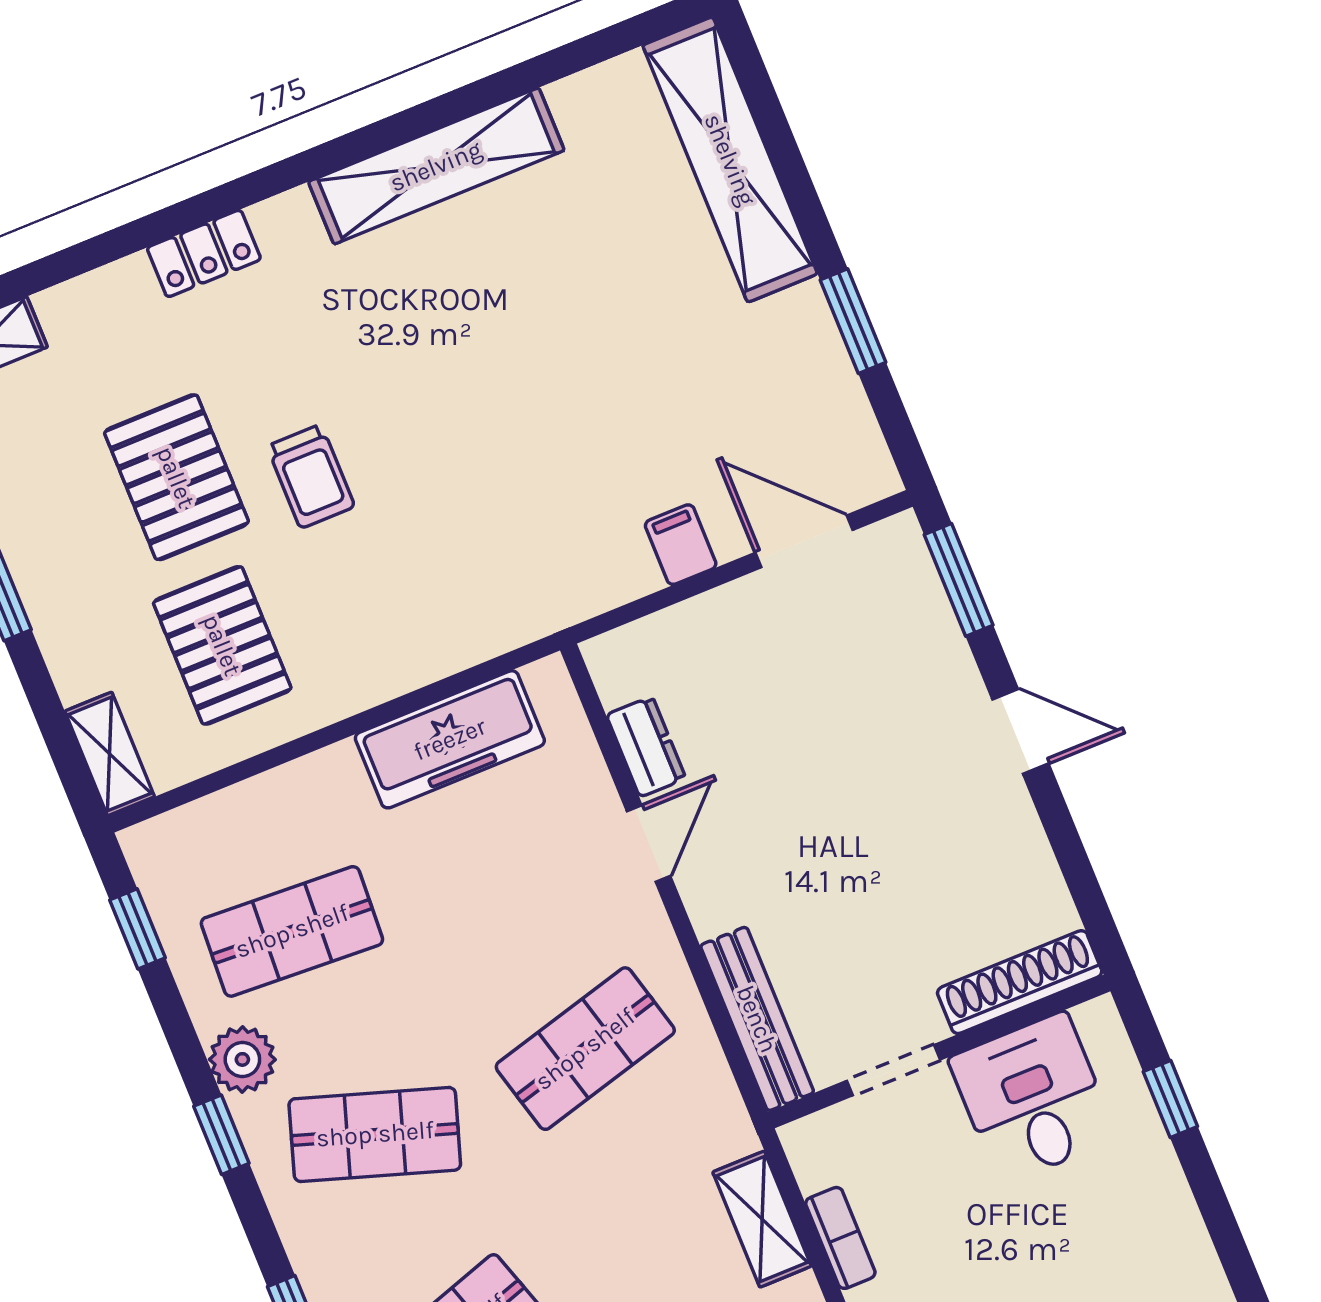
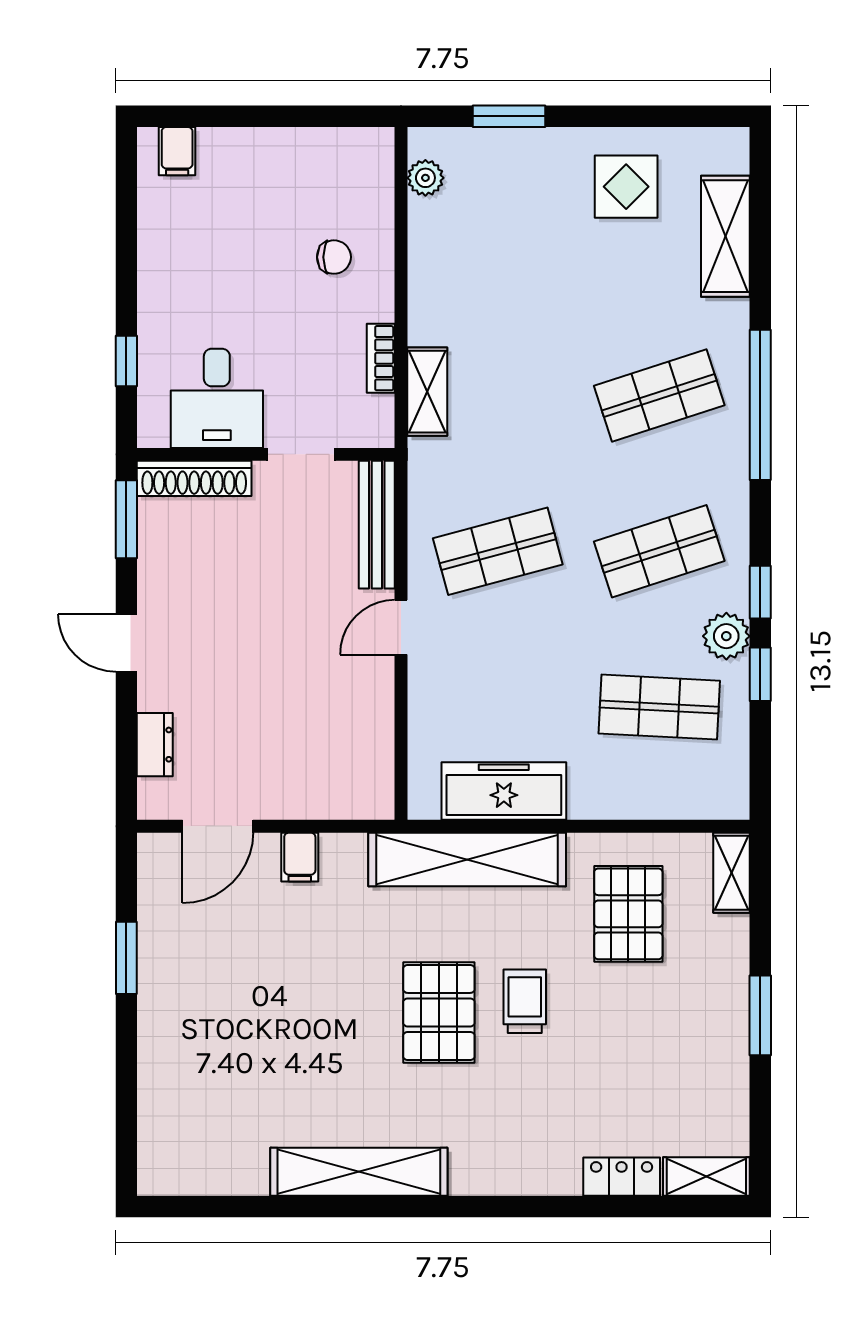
shelving: (730, 160) -> (467, 859), moved, turned 90
locker: (204, 253) -> (622, 1177), moved
pallet: (176, 477) -> (439, 1012), moved
door: (804, 541) -> (218, 826), hinge flipped
window: (959, 580) -> (126, 519), moved
dresser: (646, 747) -> (155, 745), moved, turned 180
door: (649, 844) -> (401, 627), moved
window: (137, 929) -> (760, 674), moved
shop shelf: (375, 1134) -> (659, 551), turned -36

